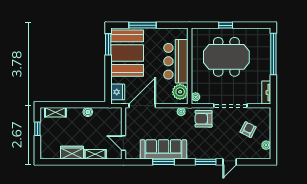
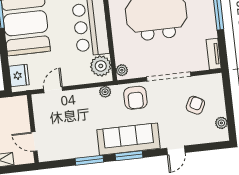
door: (142, 106) -> (53, 90), width x0.53
armchair: (204, 119) -> (135, 98), turned -90
sofa: (163, 149) -> (129, 139), moved
window: (206, 162) -> (129, 156), moved

